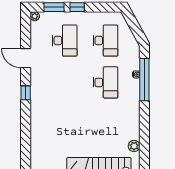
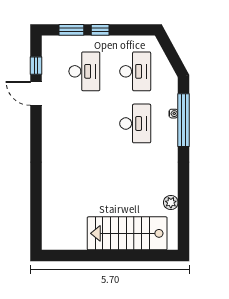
plant: (35, 16) -> (47, 41), removed
window: (26, 93) -> (36, 66), moved

